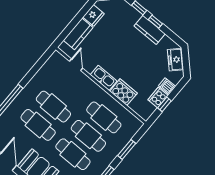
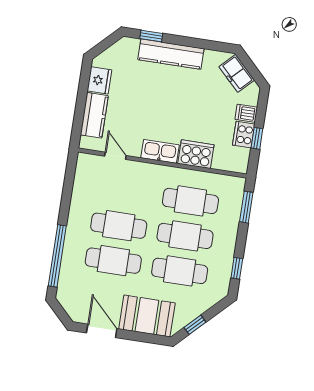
window: (155, 22) -> (182, 41), removed
kitchen counter: (150, 30) -> (171, 54), width x1.50
window: (127, 150) -> (246, 207), moved

